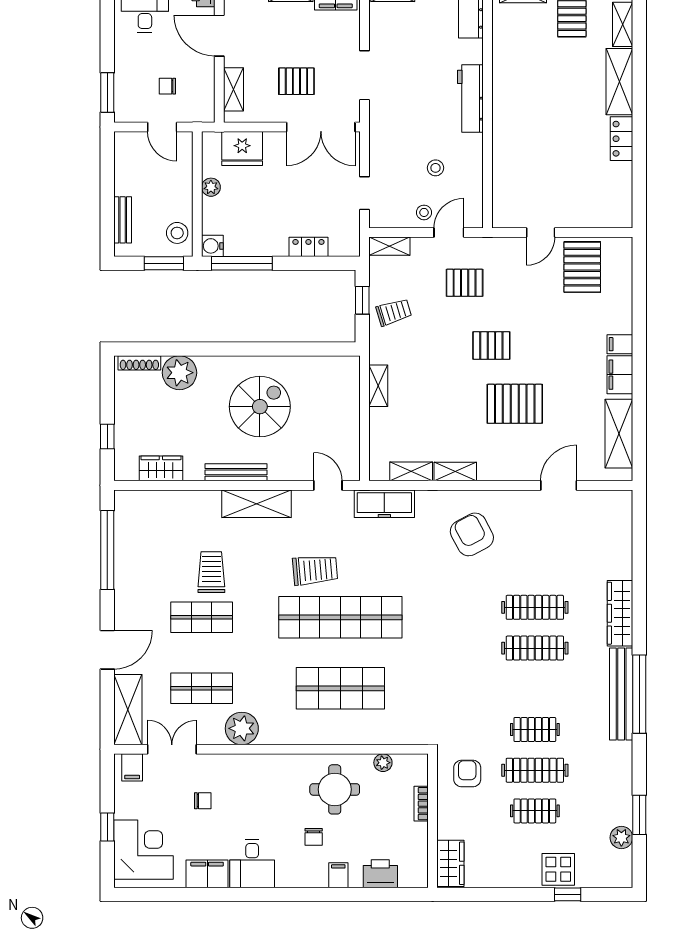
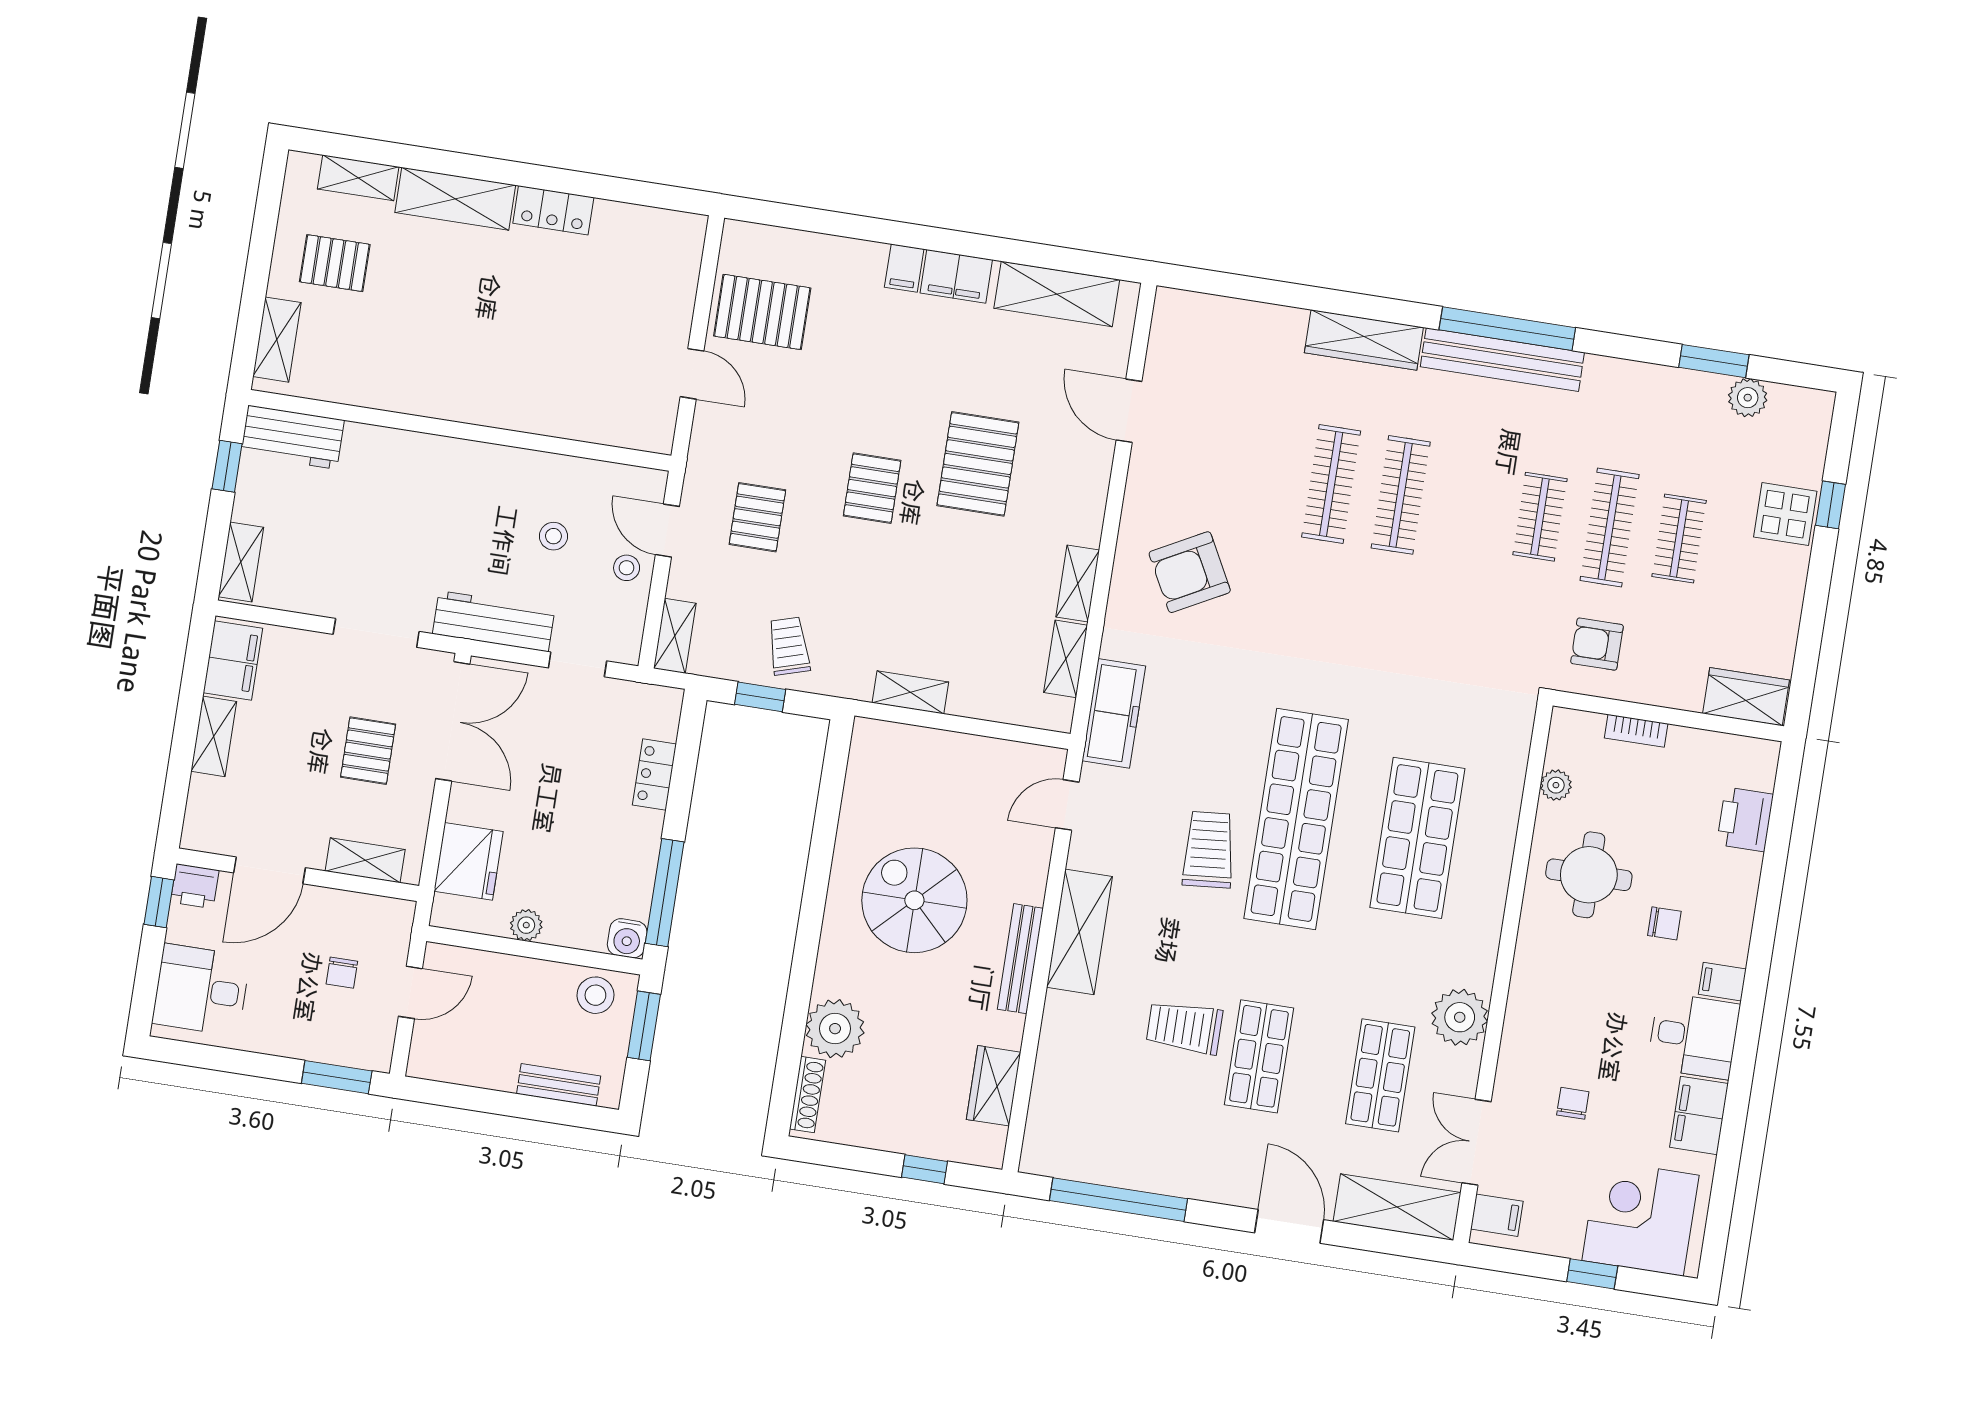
workbench: (470, 99) -> (494, 621), moved, turned 180
filing cabinet: (338, 875) -> (1722, 982), moved

